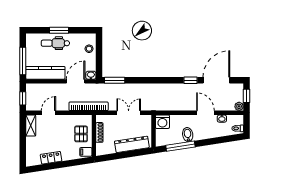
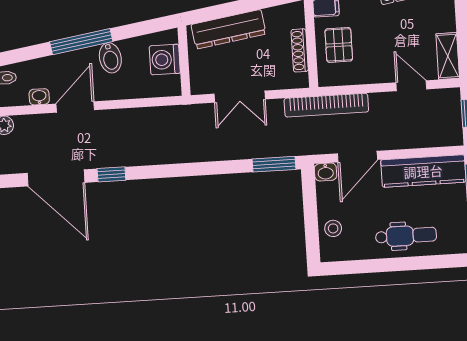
window: (59, 30) -> (400, 264), removed
door: (216, 80) -> (56, 178), hinge flipped
door: (48, 113) -> (411, 86), swing flipped
door: (205, 113) -> (75, 107), swing flipped
washing machine: (162, 122) -> (165, 60), moved, turned -90
window: (180, 146) -> (81, 42), moved

